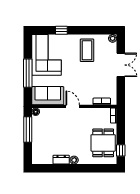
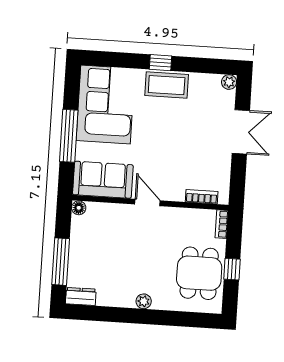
window: (61, 30) -> (161, 63), moved
coffee table: (87, 50) -> (167, 85), moved, turned 90
window: (28, 129) -> (61, 262), moved
window: (121, 150) -> (232, 269), moved
dresser: (61, 160) -> (81, 296), moved

